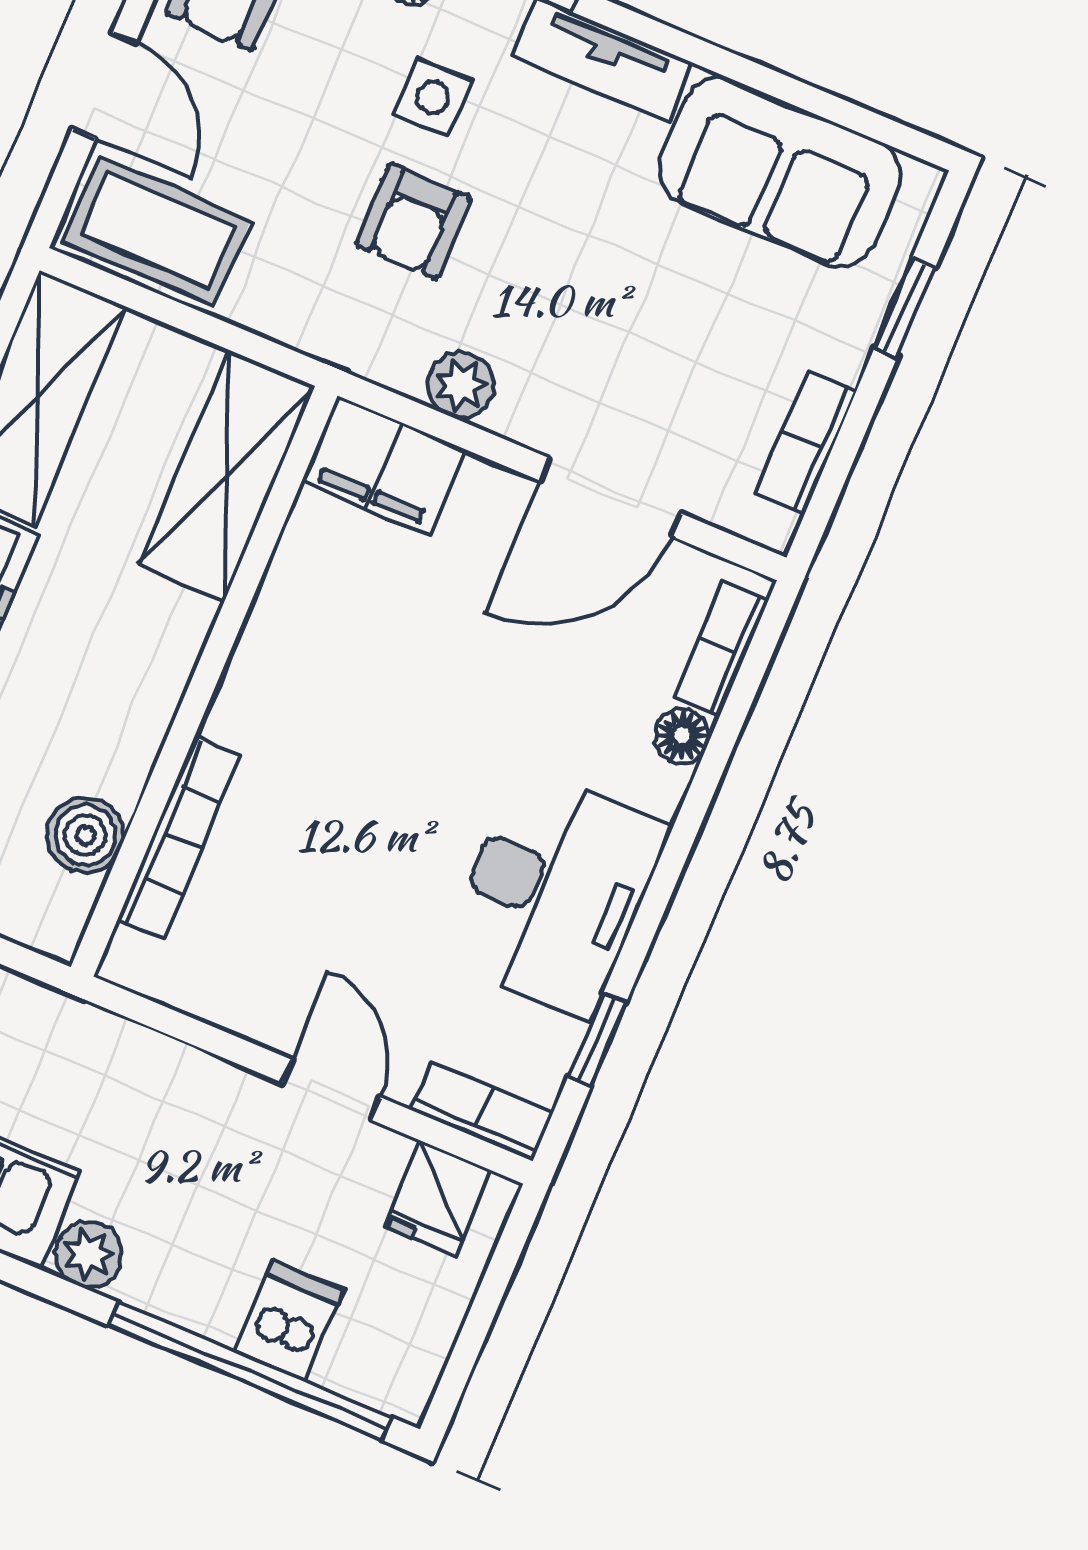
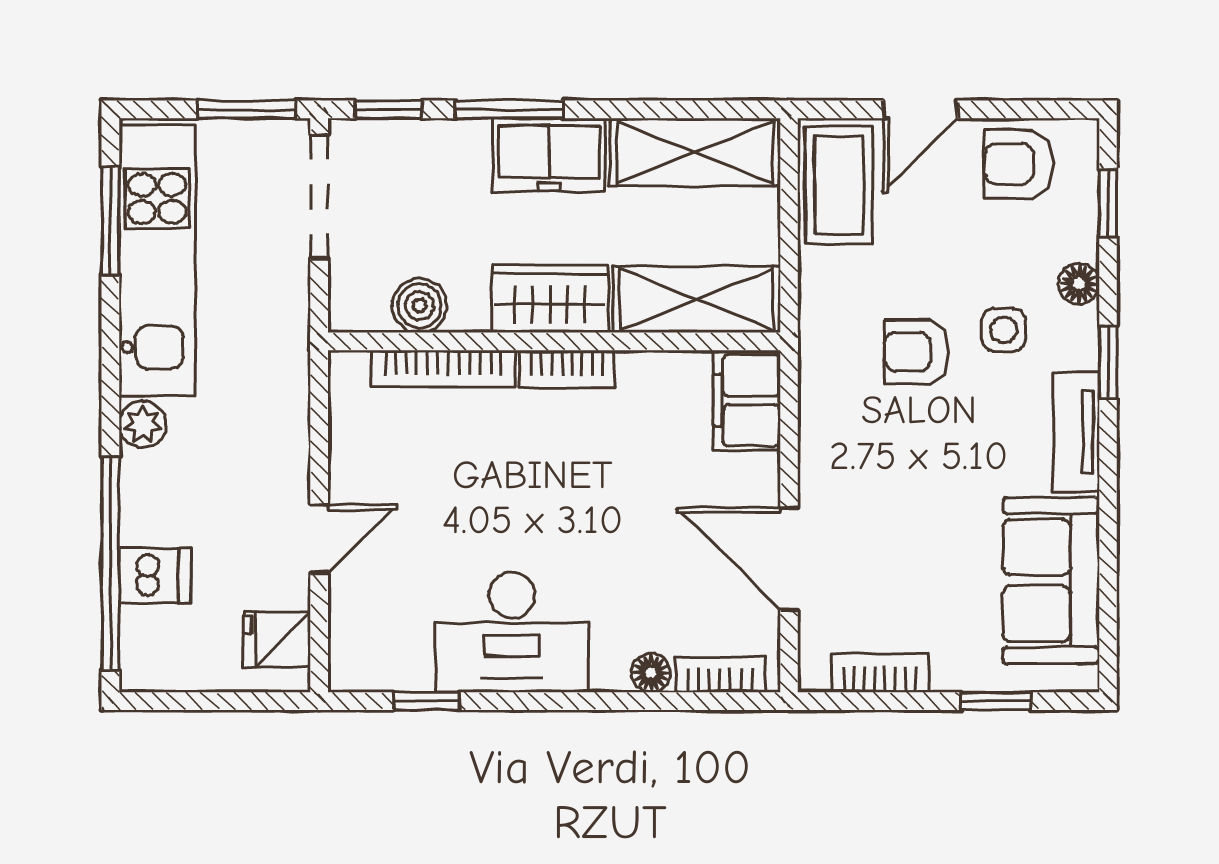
plant: (461, 385) -> (821, 429), removed
wardrobe: (147, 664) -> (550, 299), added
bookcase: (482, 1111) -> (567, 369), moved, turned 90

